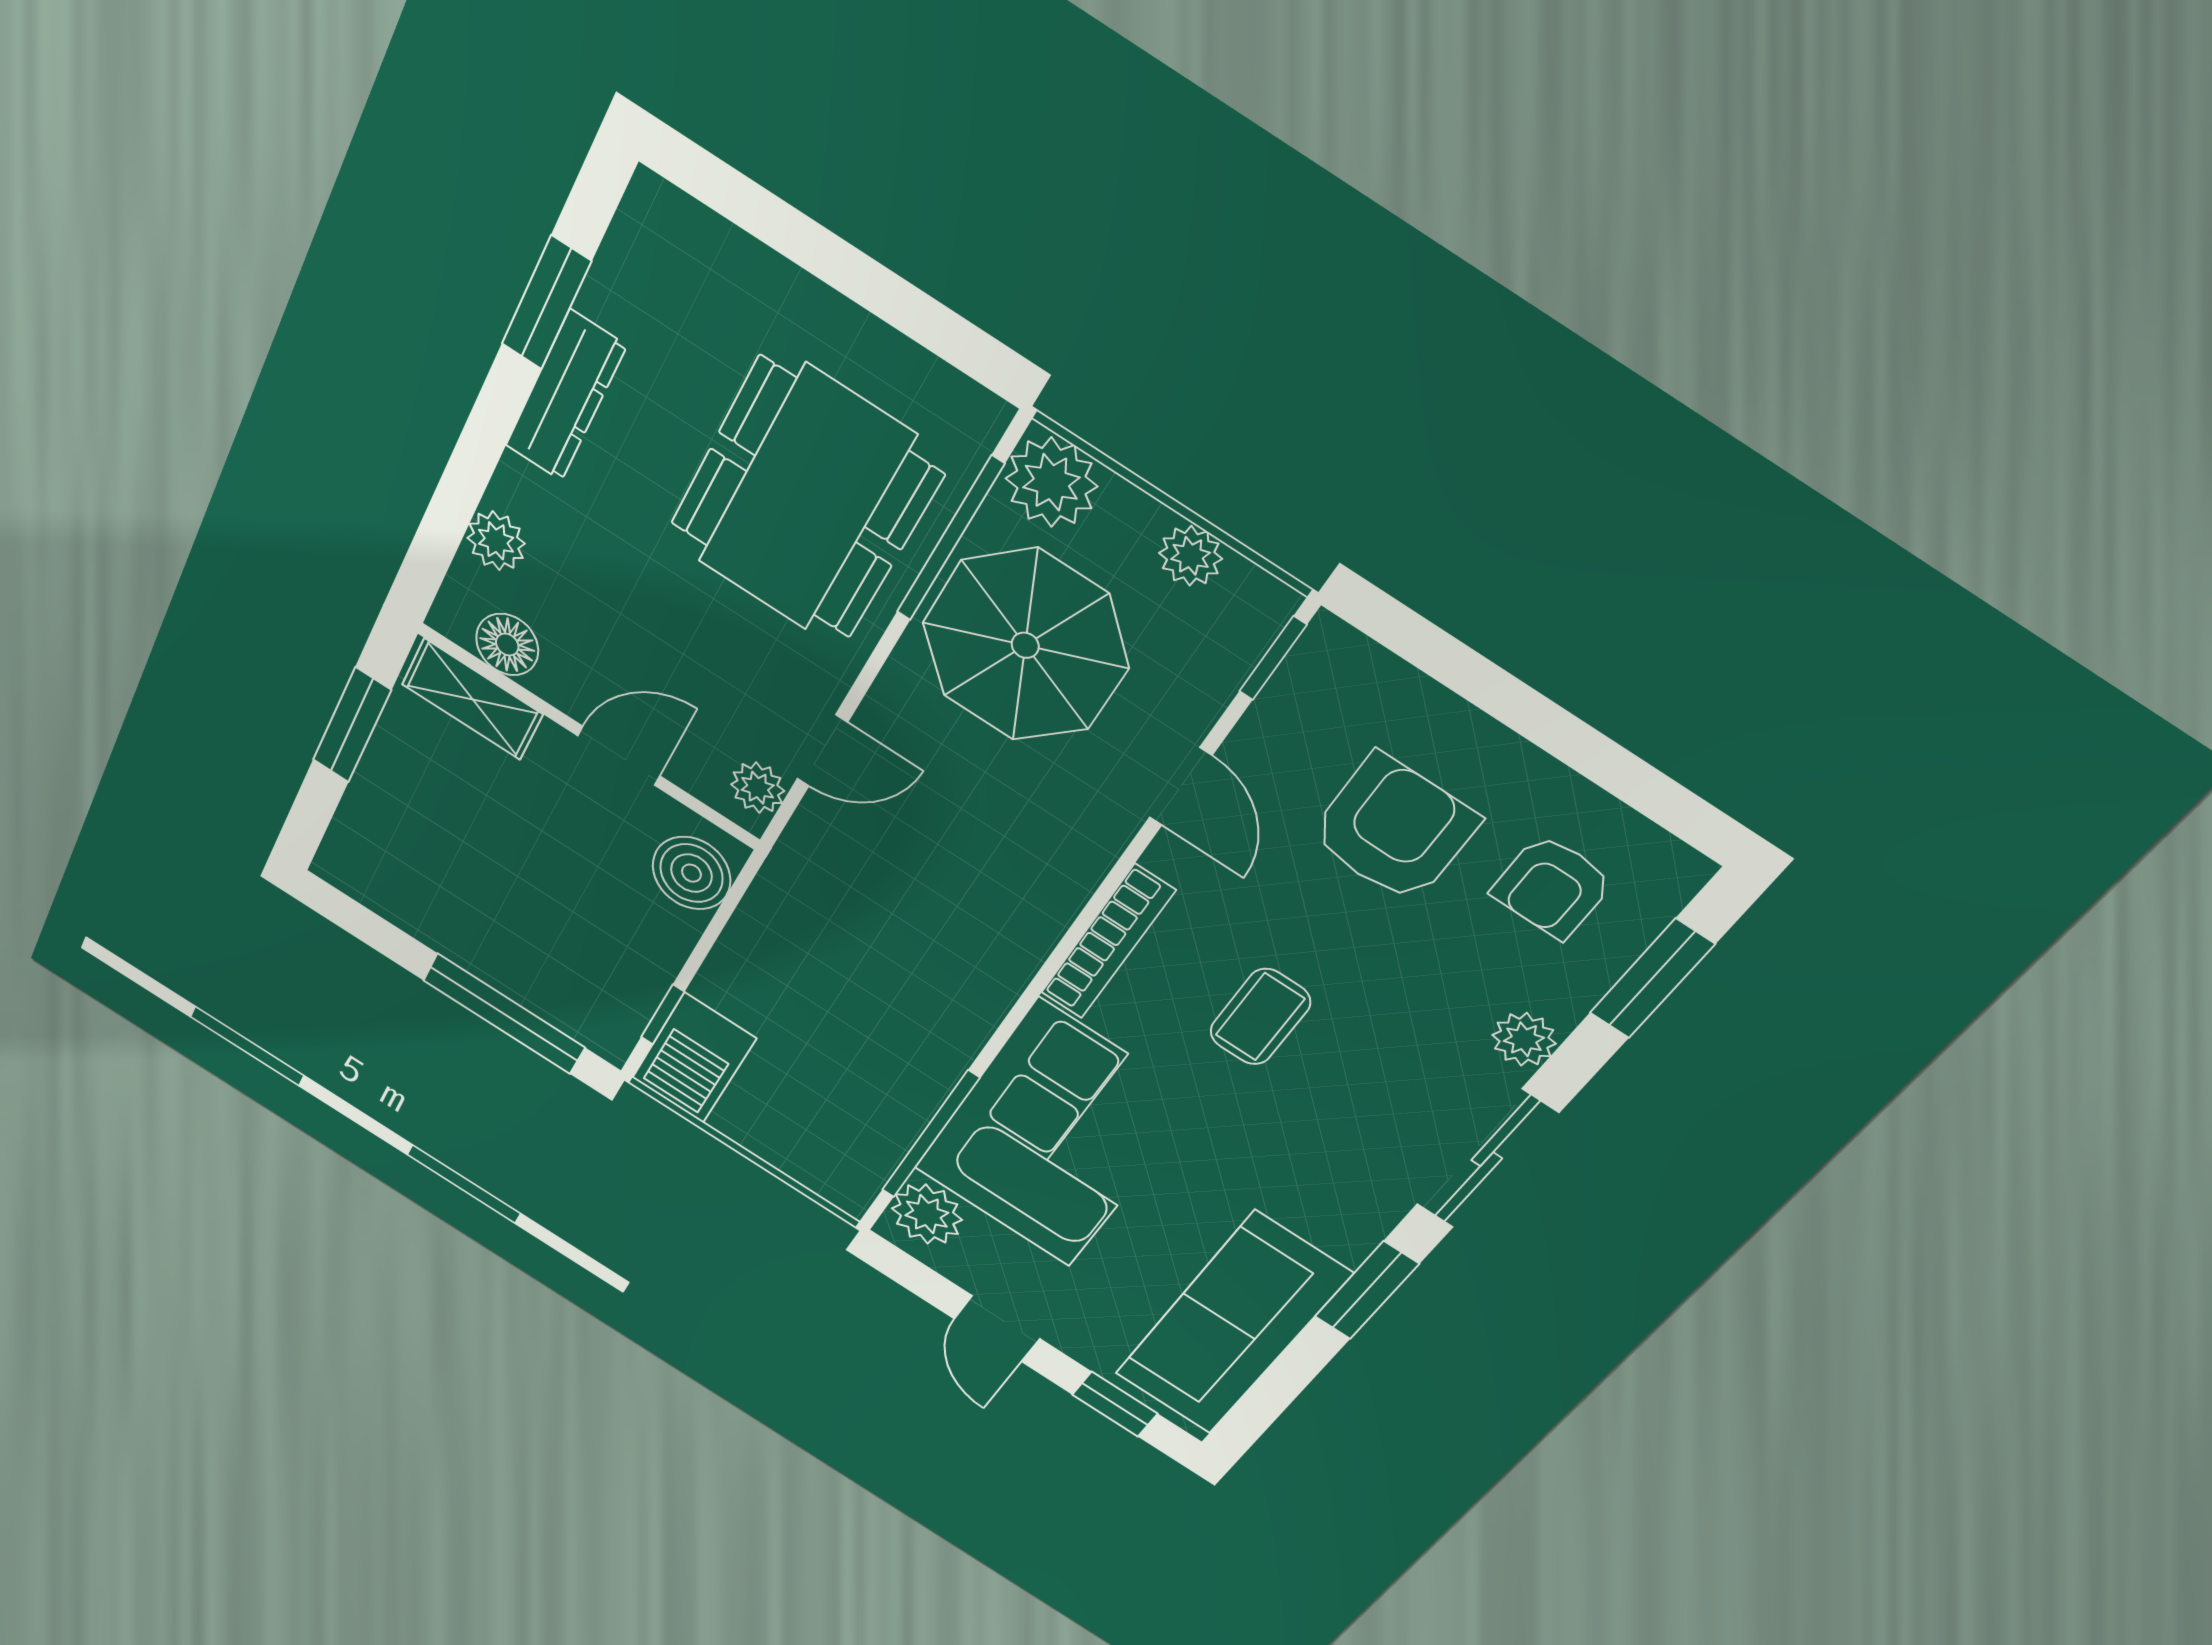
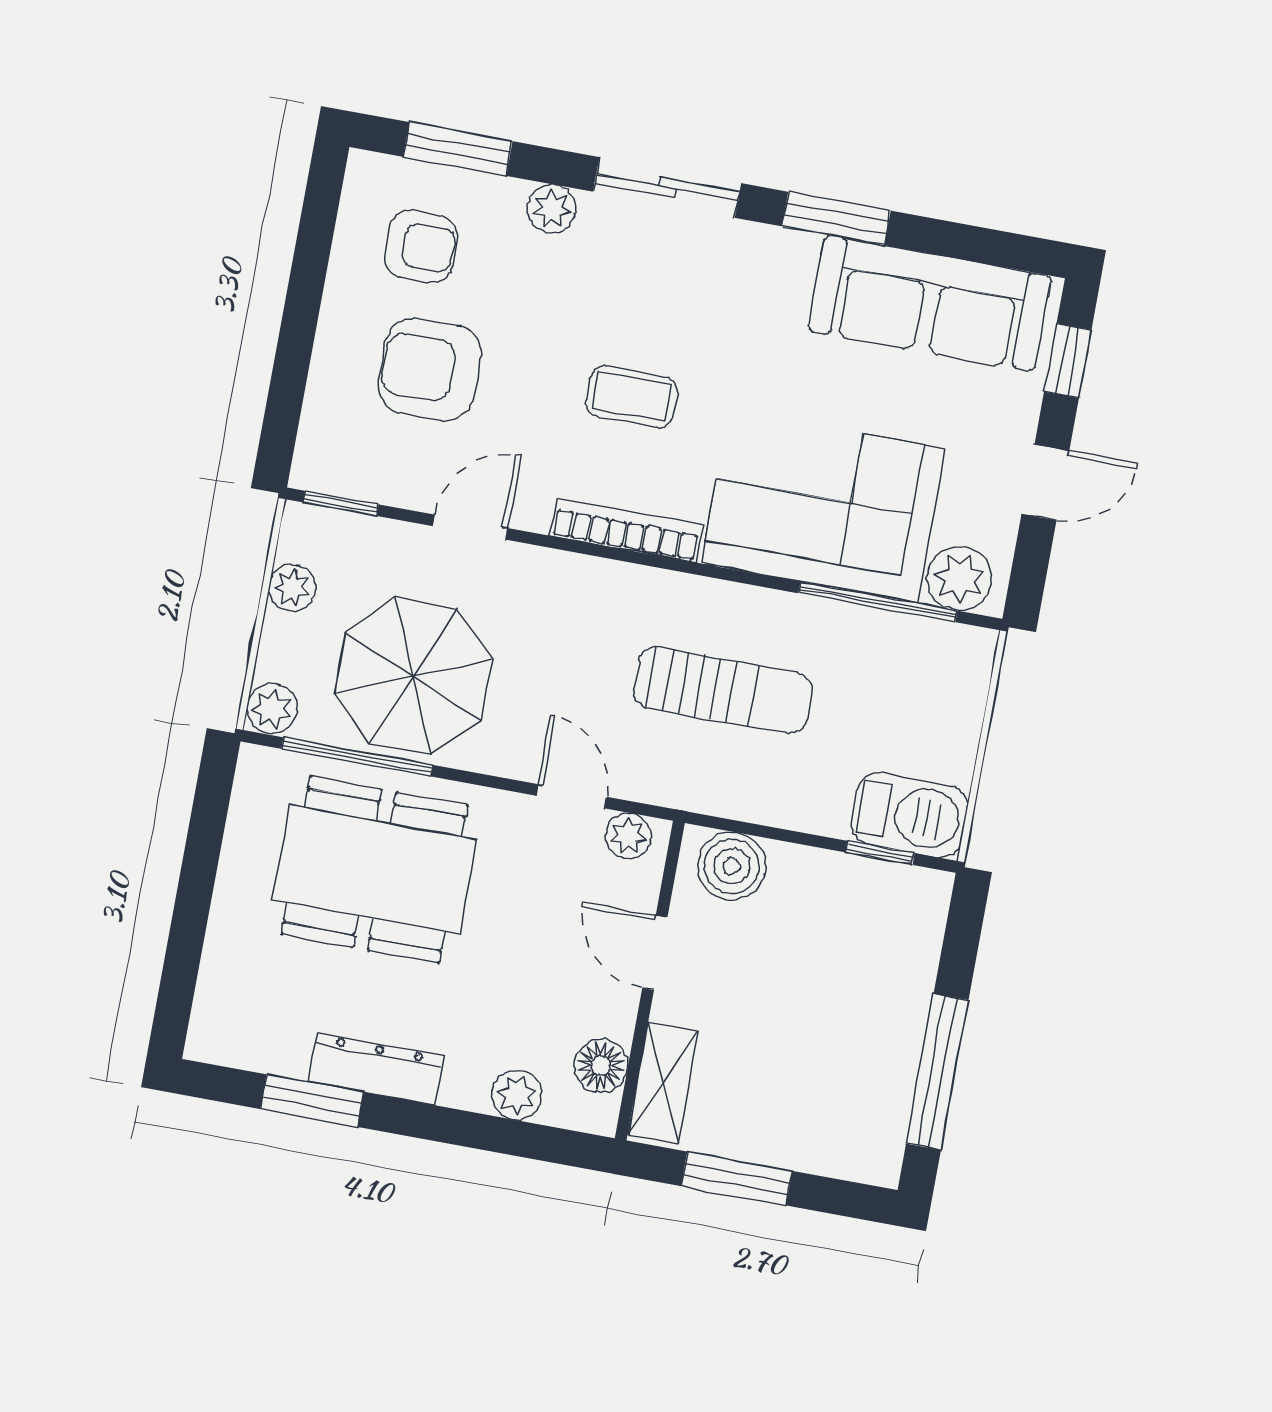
plant: (1051, 482) -> (272, 709), width x0.73, depth x0.73
sun lounger: (889, 952) -> (723, 690), added
window: (504, 1014) -> (937, 1072), moved

